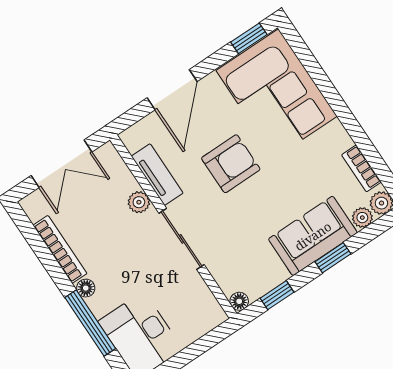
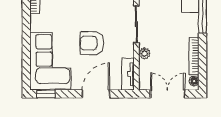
tv unit: (157, 175) -> (128, 74), moved
floor lamp: (86, 288) -> (194, 81), moved

